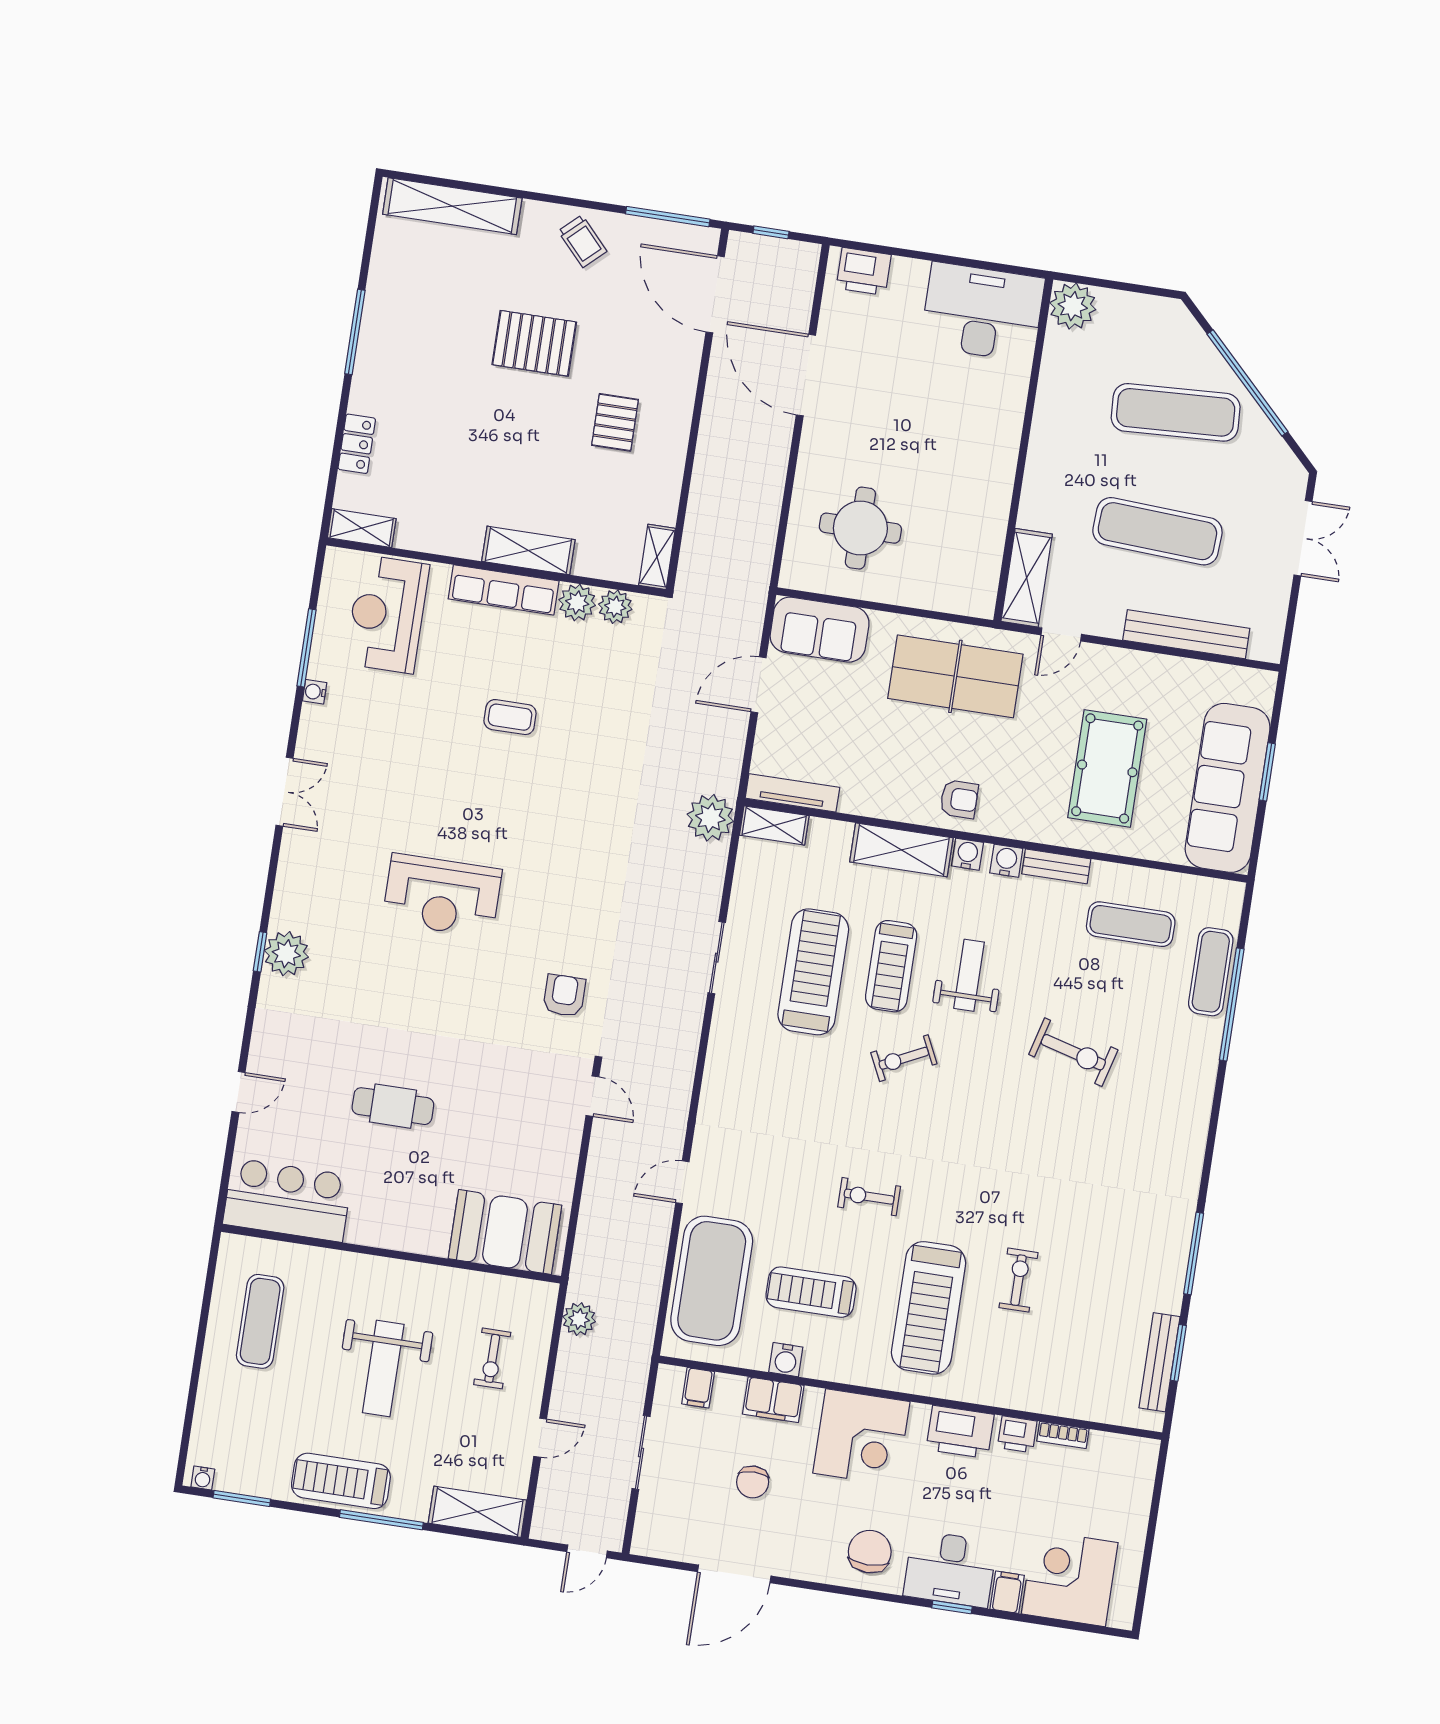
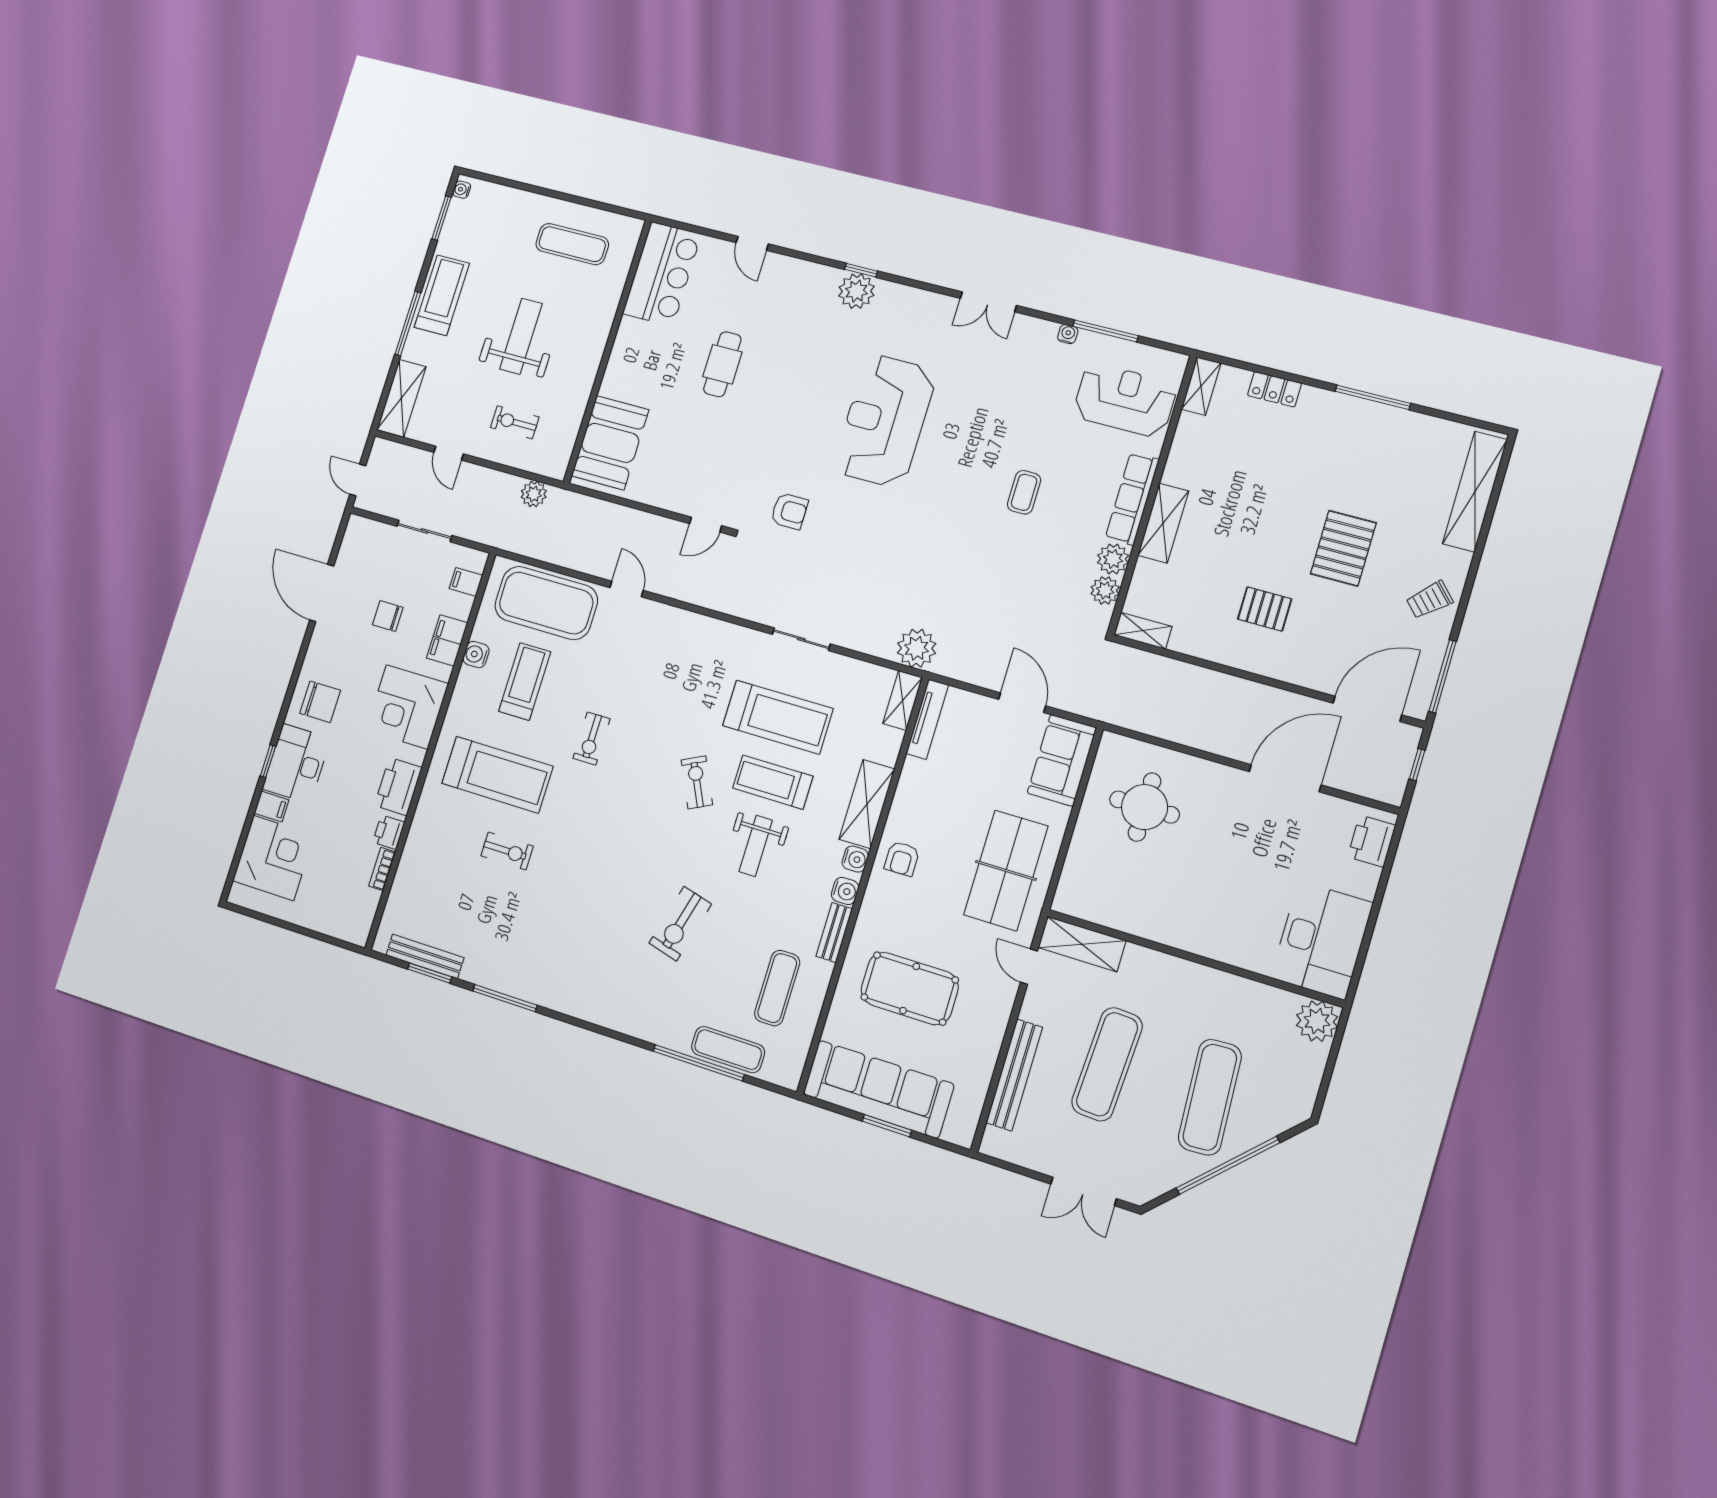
reception desk: (442, 896) -> (885, 421), width x1.36, depth x1.30
weight bench: (969, 975) -> (756, 846), turned 90
exercise bike: (869, 1197) -> (592, 739), turned 180
treadmill: (929, 1308) -> (497, 775), turned 180
weight bench: (383, 1368) -> (521, 336), turned 90

